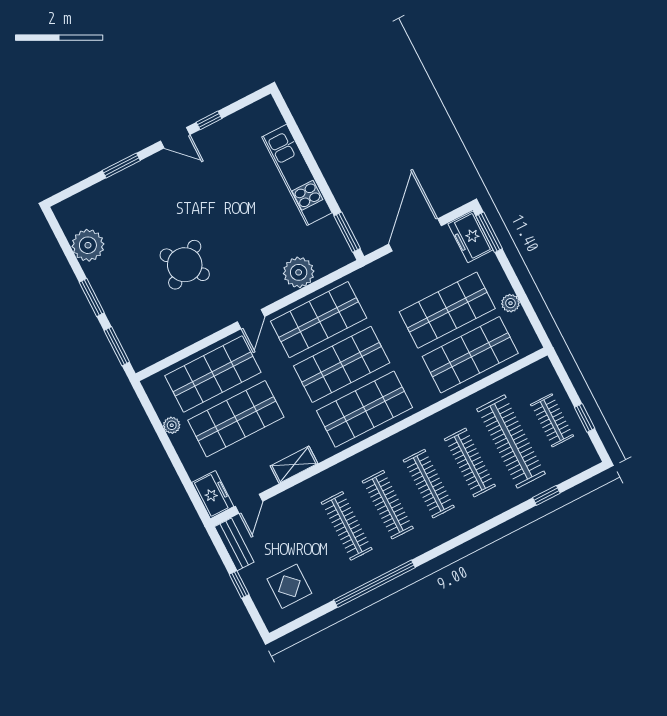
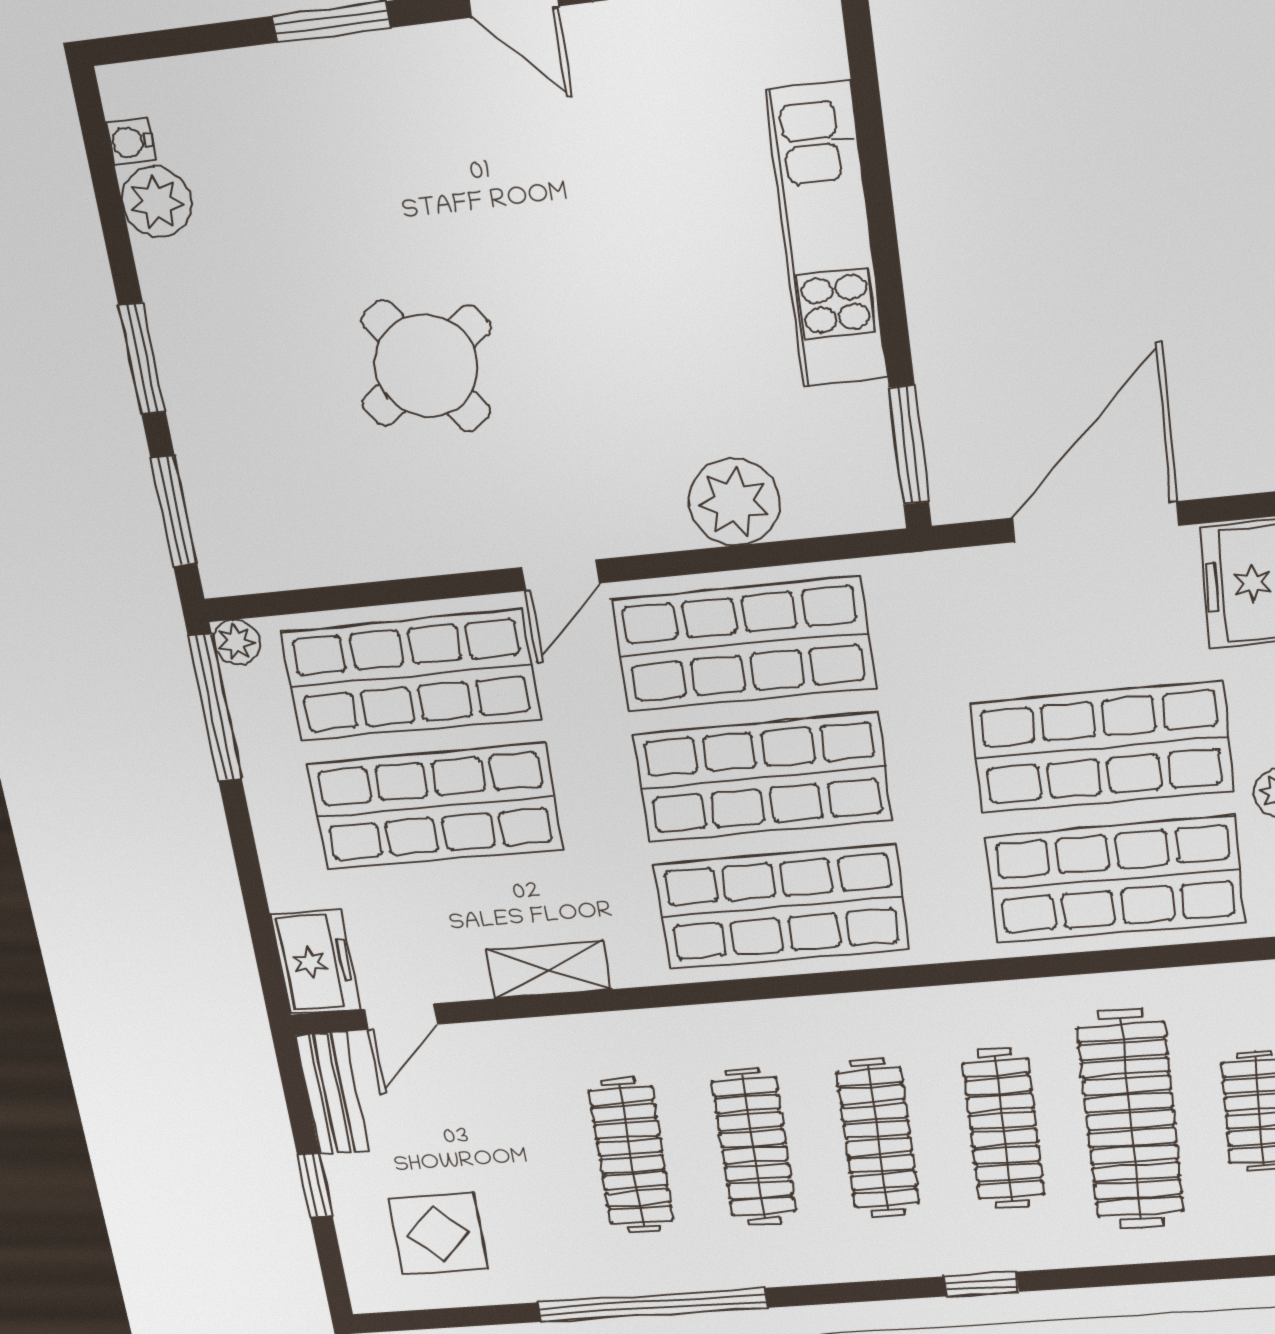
water cooler: (68, 227) -> (131, 142), added
plant: (88, 245) -> (157, 202), width x0.73, depth x0.73
window: (150, 412) -> (215, 708), added
plant: (172, 425) -> (237, 642), moved
window: (546, 495) -> (981, 1284), moved

